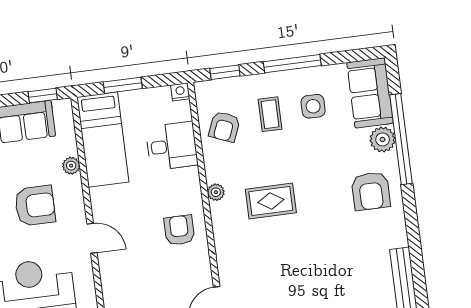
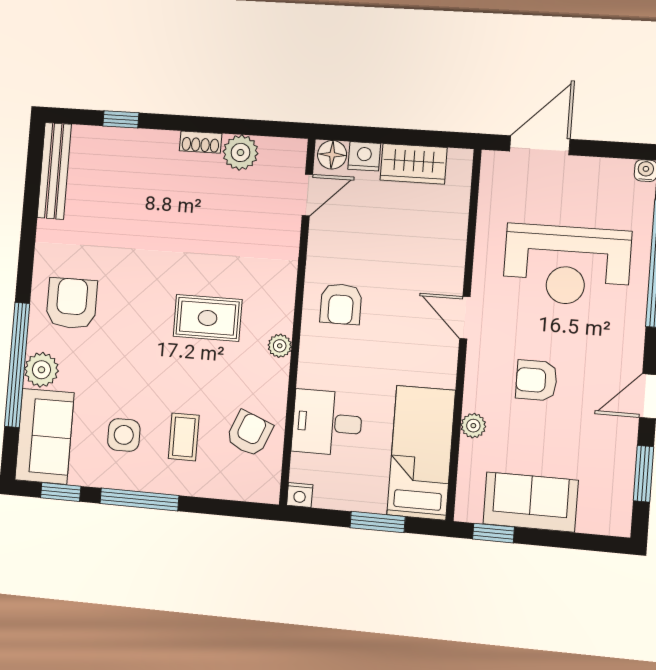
window: (225, 72) -> (61, 492), moved
armchair: (35, 206) -> (536, 380), width x0.72, depth x0.72

